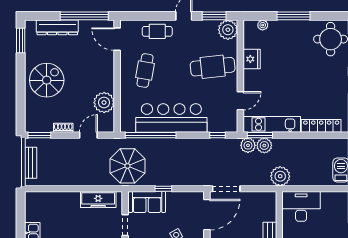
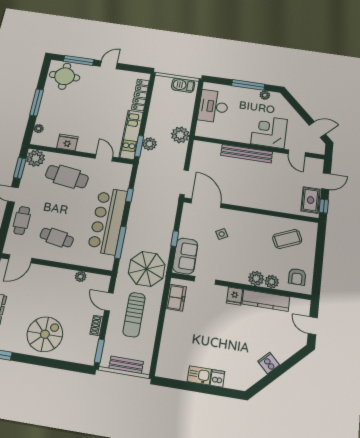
cafe table: (213, 67) -> (67, 177), turned -76
spiral stairs: (47, 80) -> (45, 334), turned 90
plant: (104, 103) -> (81, 277), width x0.53, depth x0.53
window: (151, 135) -> (120, 242), width x0.68
window: (217, 135) -> (130, 195), moved
plant: (248, 145) -> (147, 158), removed
sun lounger: (80, 162) -> (134, 315), added
freezer: (98, 200) -> (176, 298), width x0.71
desk: (301, 206) -> (213, 106), moved

